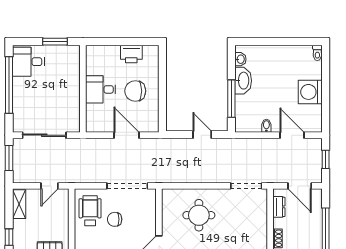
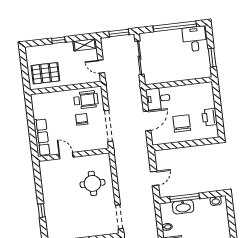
washbasin: (243, 81) -> (183, 207), moved
desk: (101, 89) -> (158, 99), moved, turned -90

